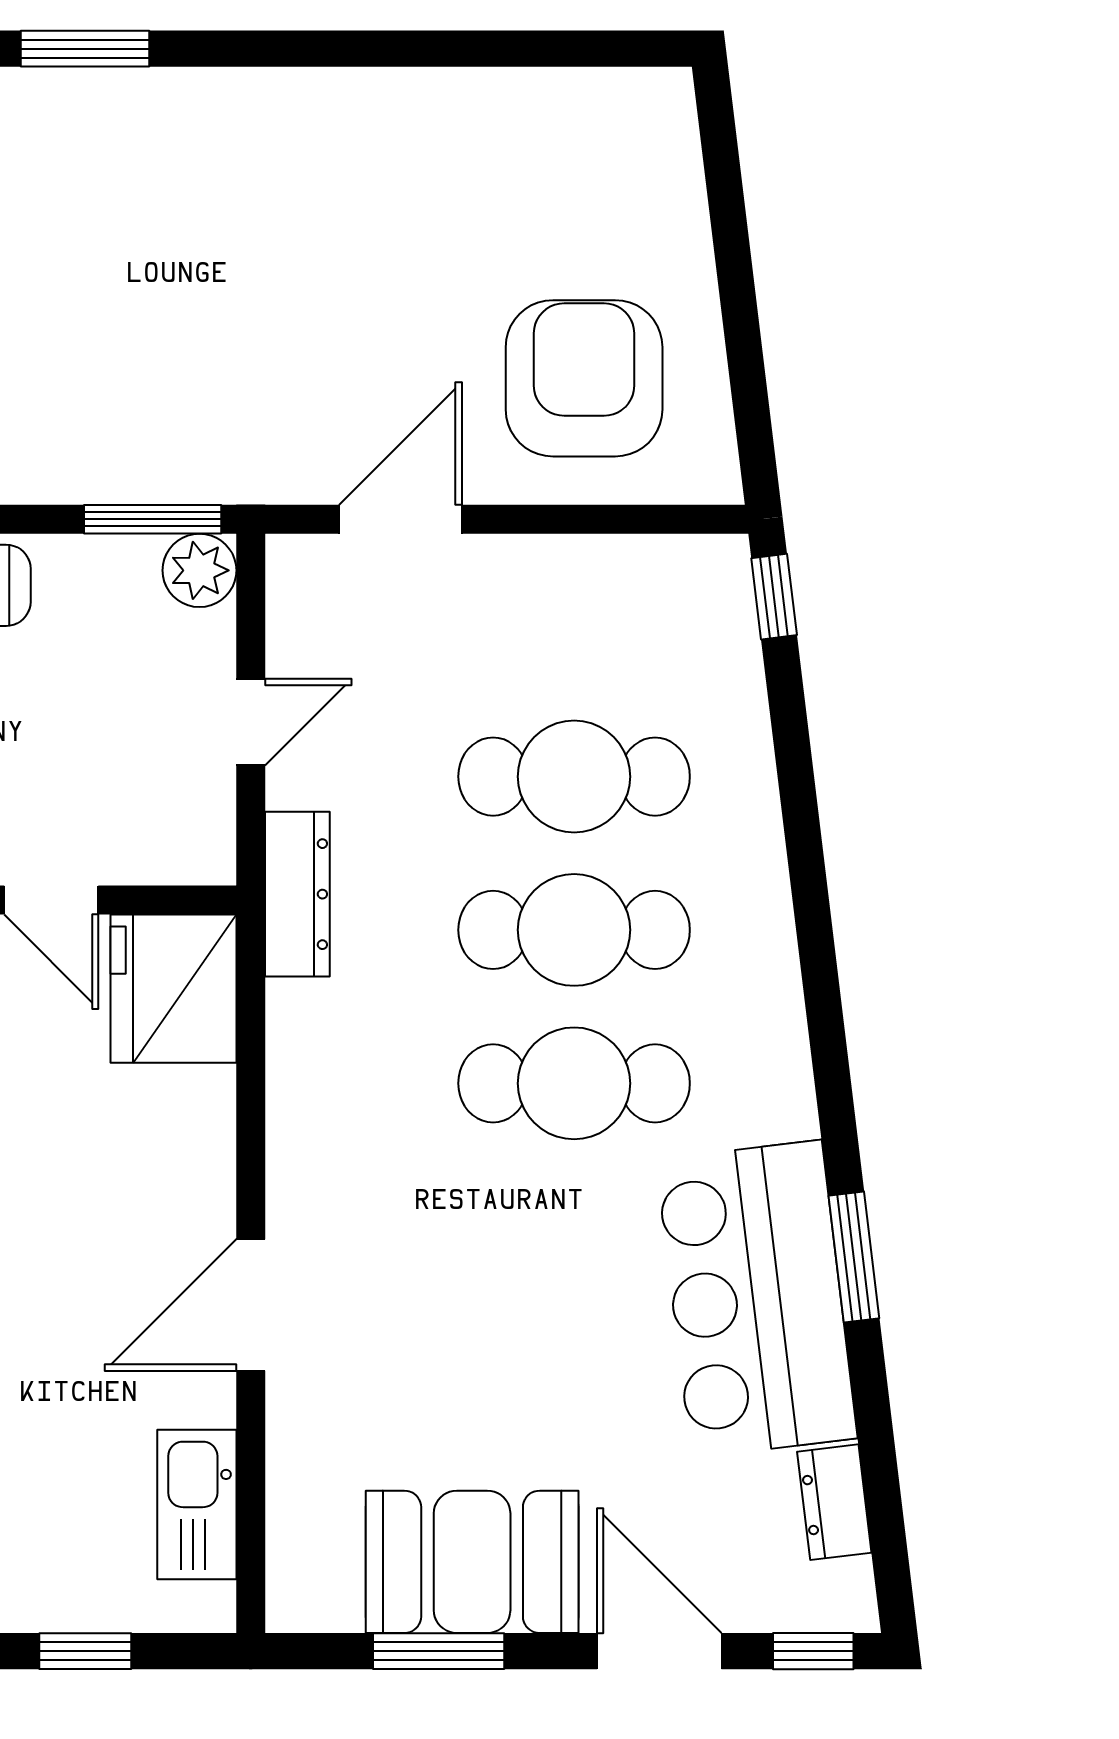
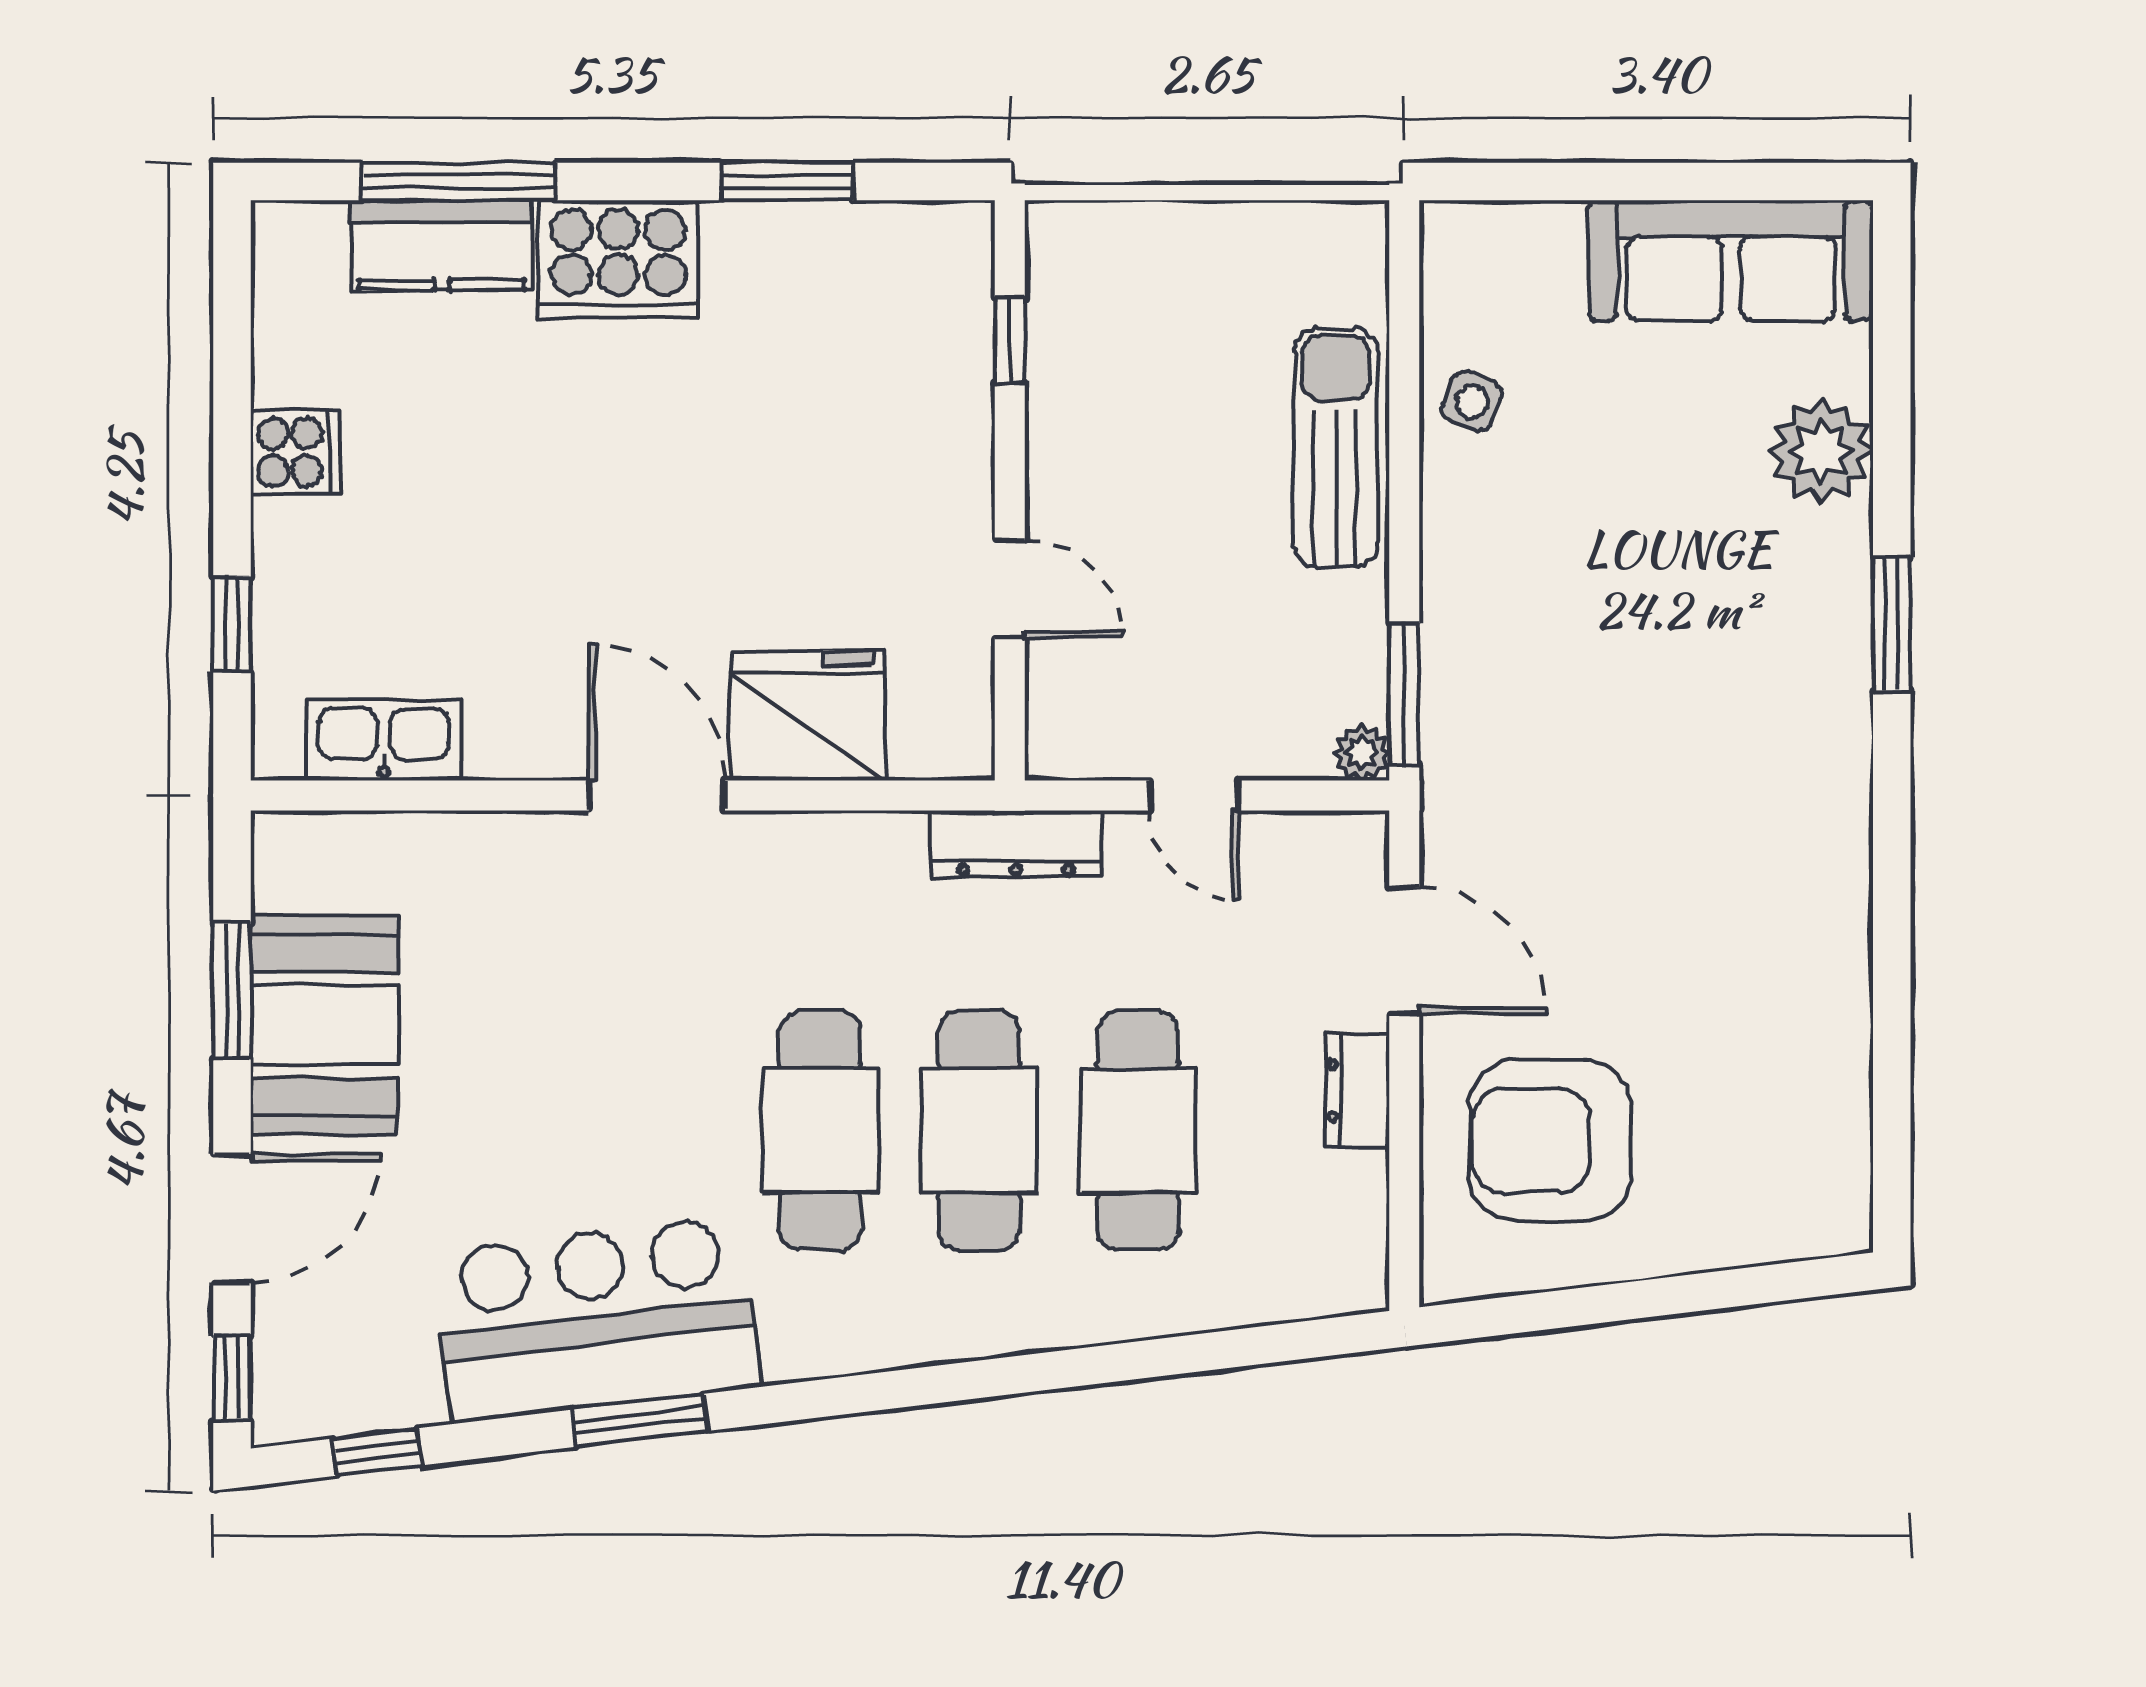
armchair: (584, 378) -> (1550, 1141), turned 180
plant: (199, 570) -> (1362, 753), width x0.73, depth x0.73
window: (774, 597) -> (377, 1452), moved
door: (51, 900) -> (1010, 589), swing flipped
fridge: (173, 989) -> (808, 715), moved
door: (251, 1305) -> (657, 795), moved
dresser: (834, 1502) -> (1357, 1091), moved, turned -83

